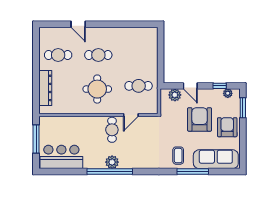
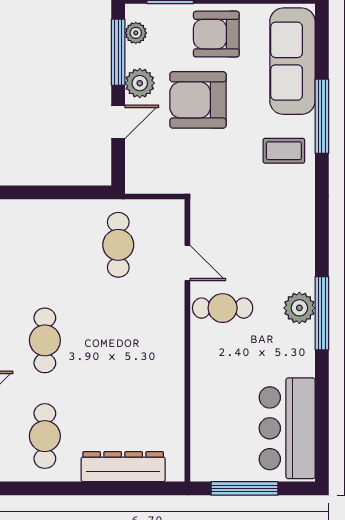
window: (220, 86) -> (118, 52), width x2.17
round table: (97, 89) -> (126, 343), removed
plant: (175, 95) -> (140, 83), moved
window: (110, 172) -> (322, 313), width x0.68

